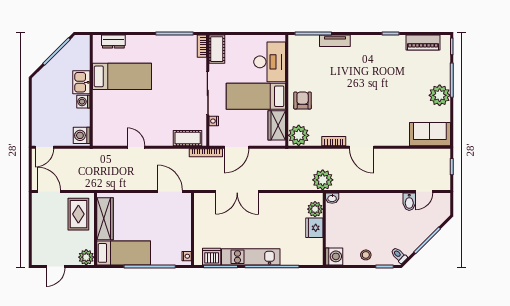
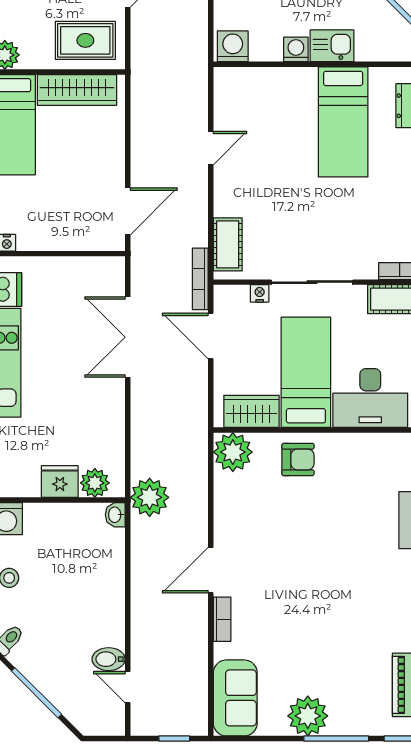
bookcase: (334, 141) -> (222, 619), moved

